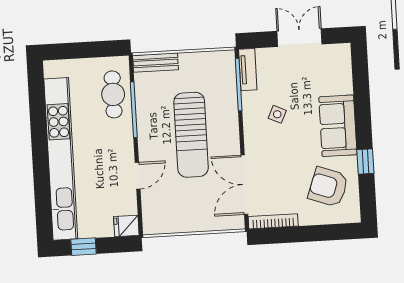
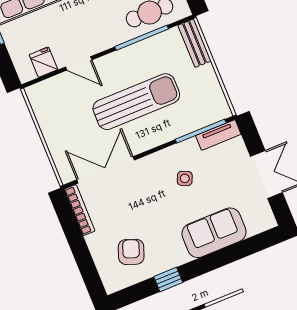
sofa: (338, 126) -> (214, 233), moved
sun lounger: (191, 135) -> (136, 102), turned 180
armchair: (328, 187) -> (131, 252), width x0.72, depth x0.72
fridge: (126, 226) -> (43, 62), moved

